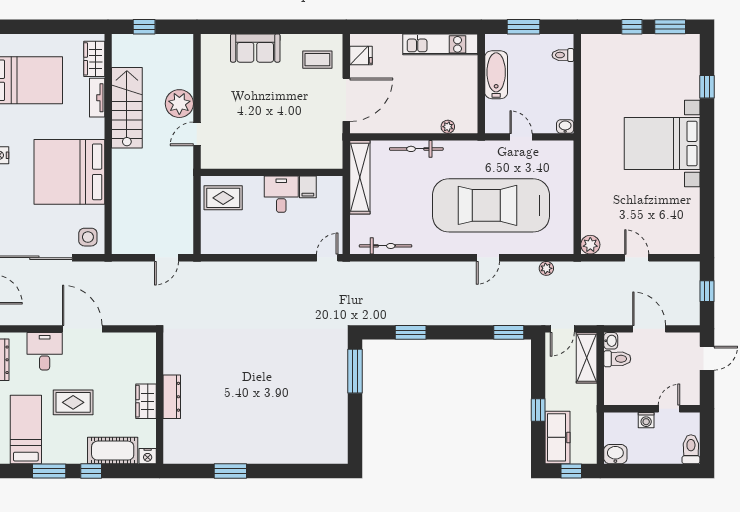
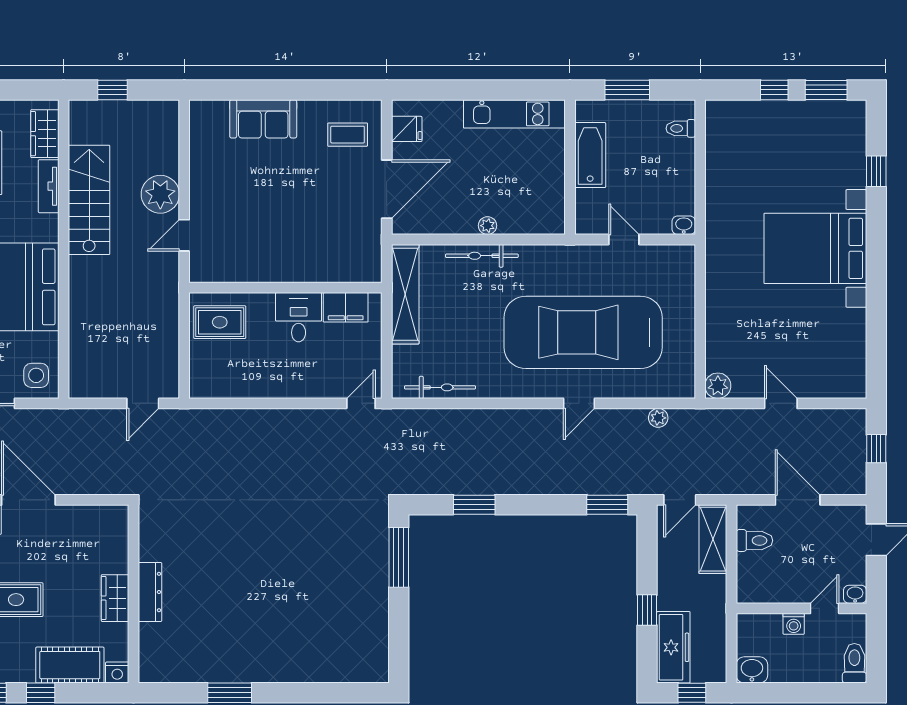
plant: (448, 127) -> (487, 226), moved
filing cabinet: (308, 187) -> (346, 307), width x2.00
washbasin: (611, 341) -> (855, 594), moved, turned -90

